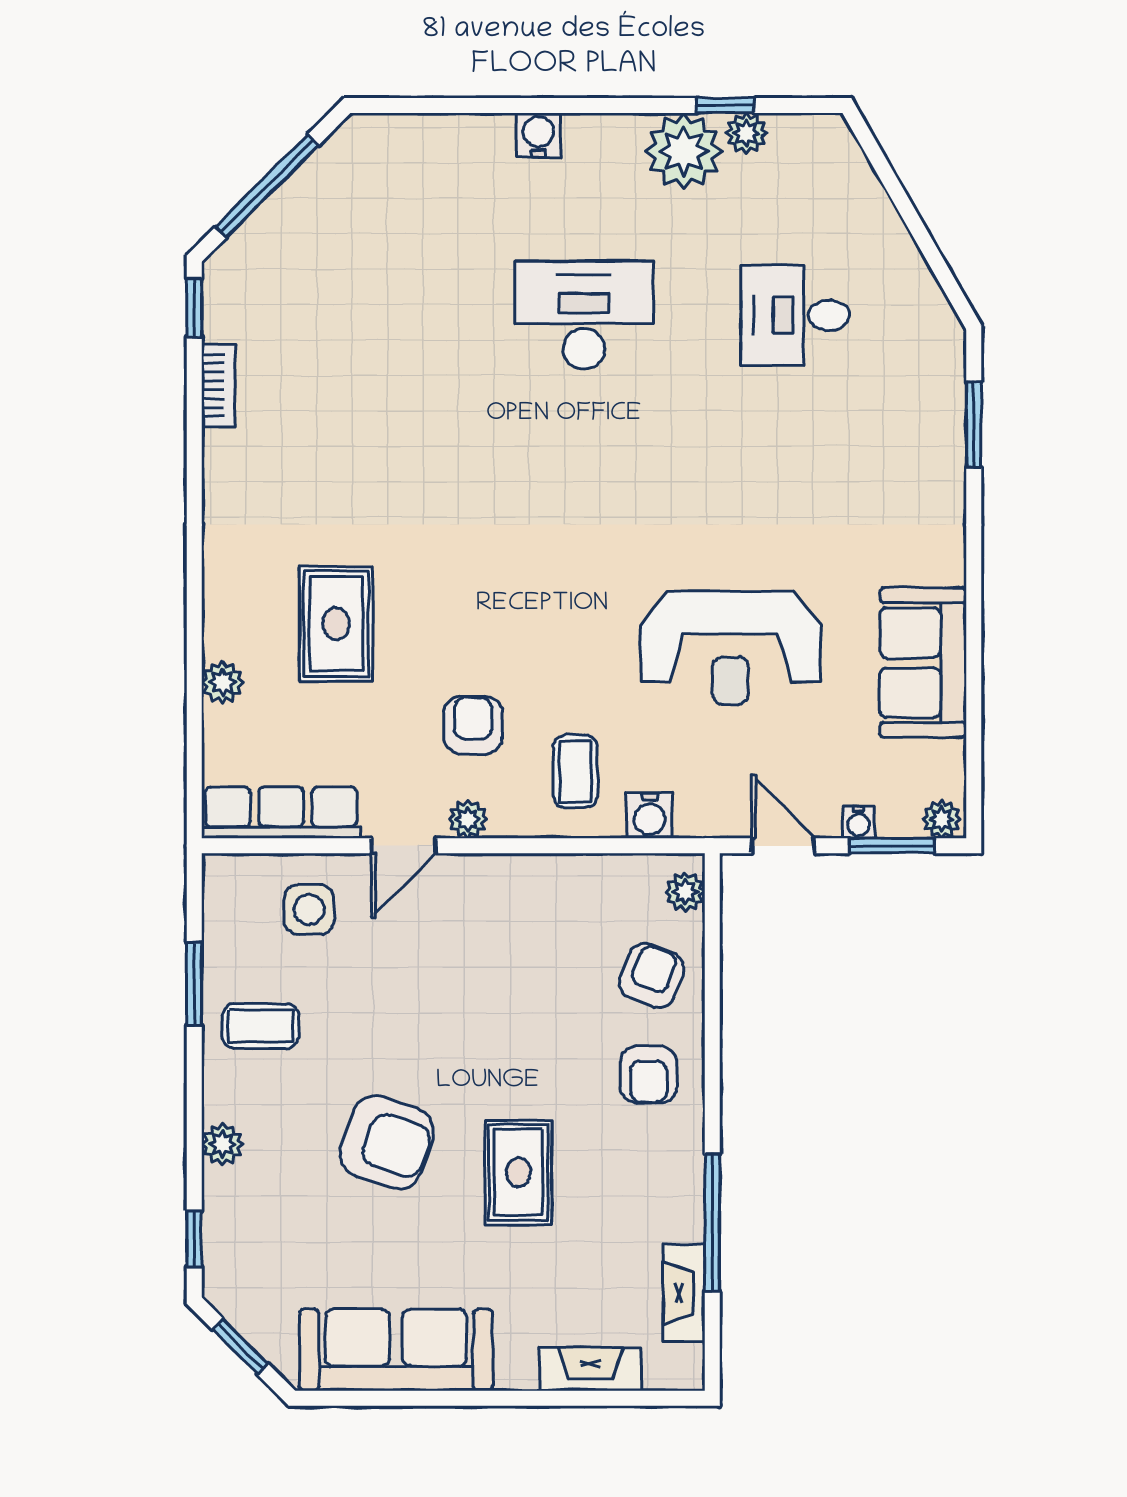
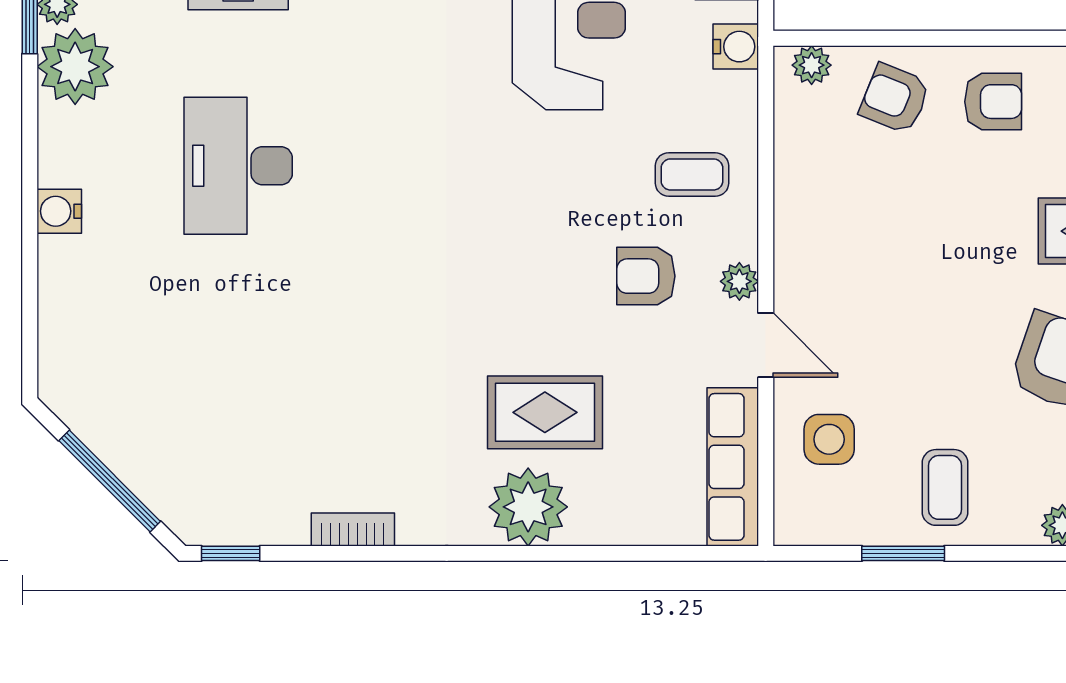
bookcase: (218, 385) -> (353, 529), moved
plant: (223, 683) -> (528, 507), moved, width x1.87, depth x1.87
water cooler: (650, 816) -> (736, 47), moved

